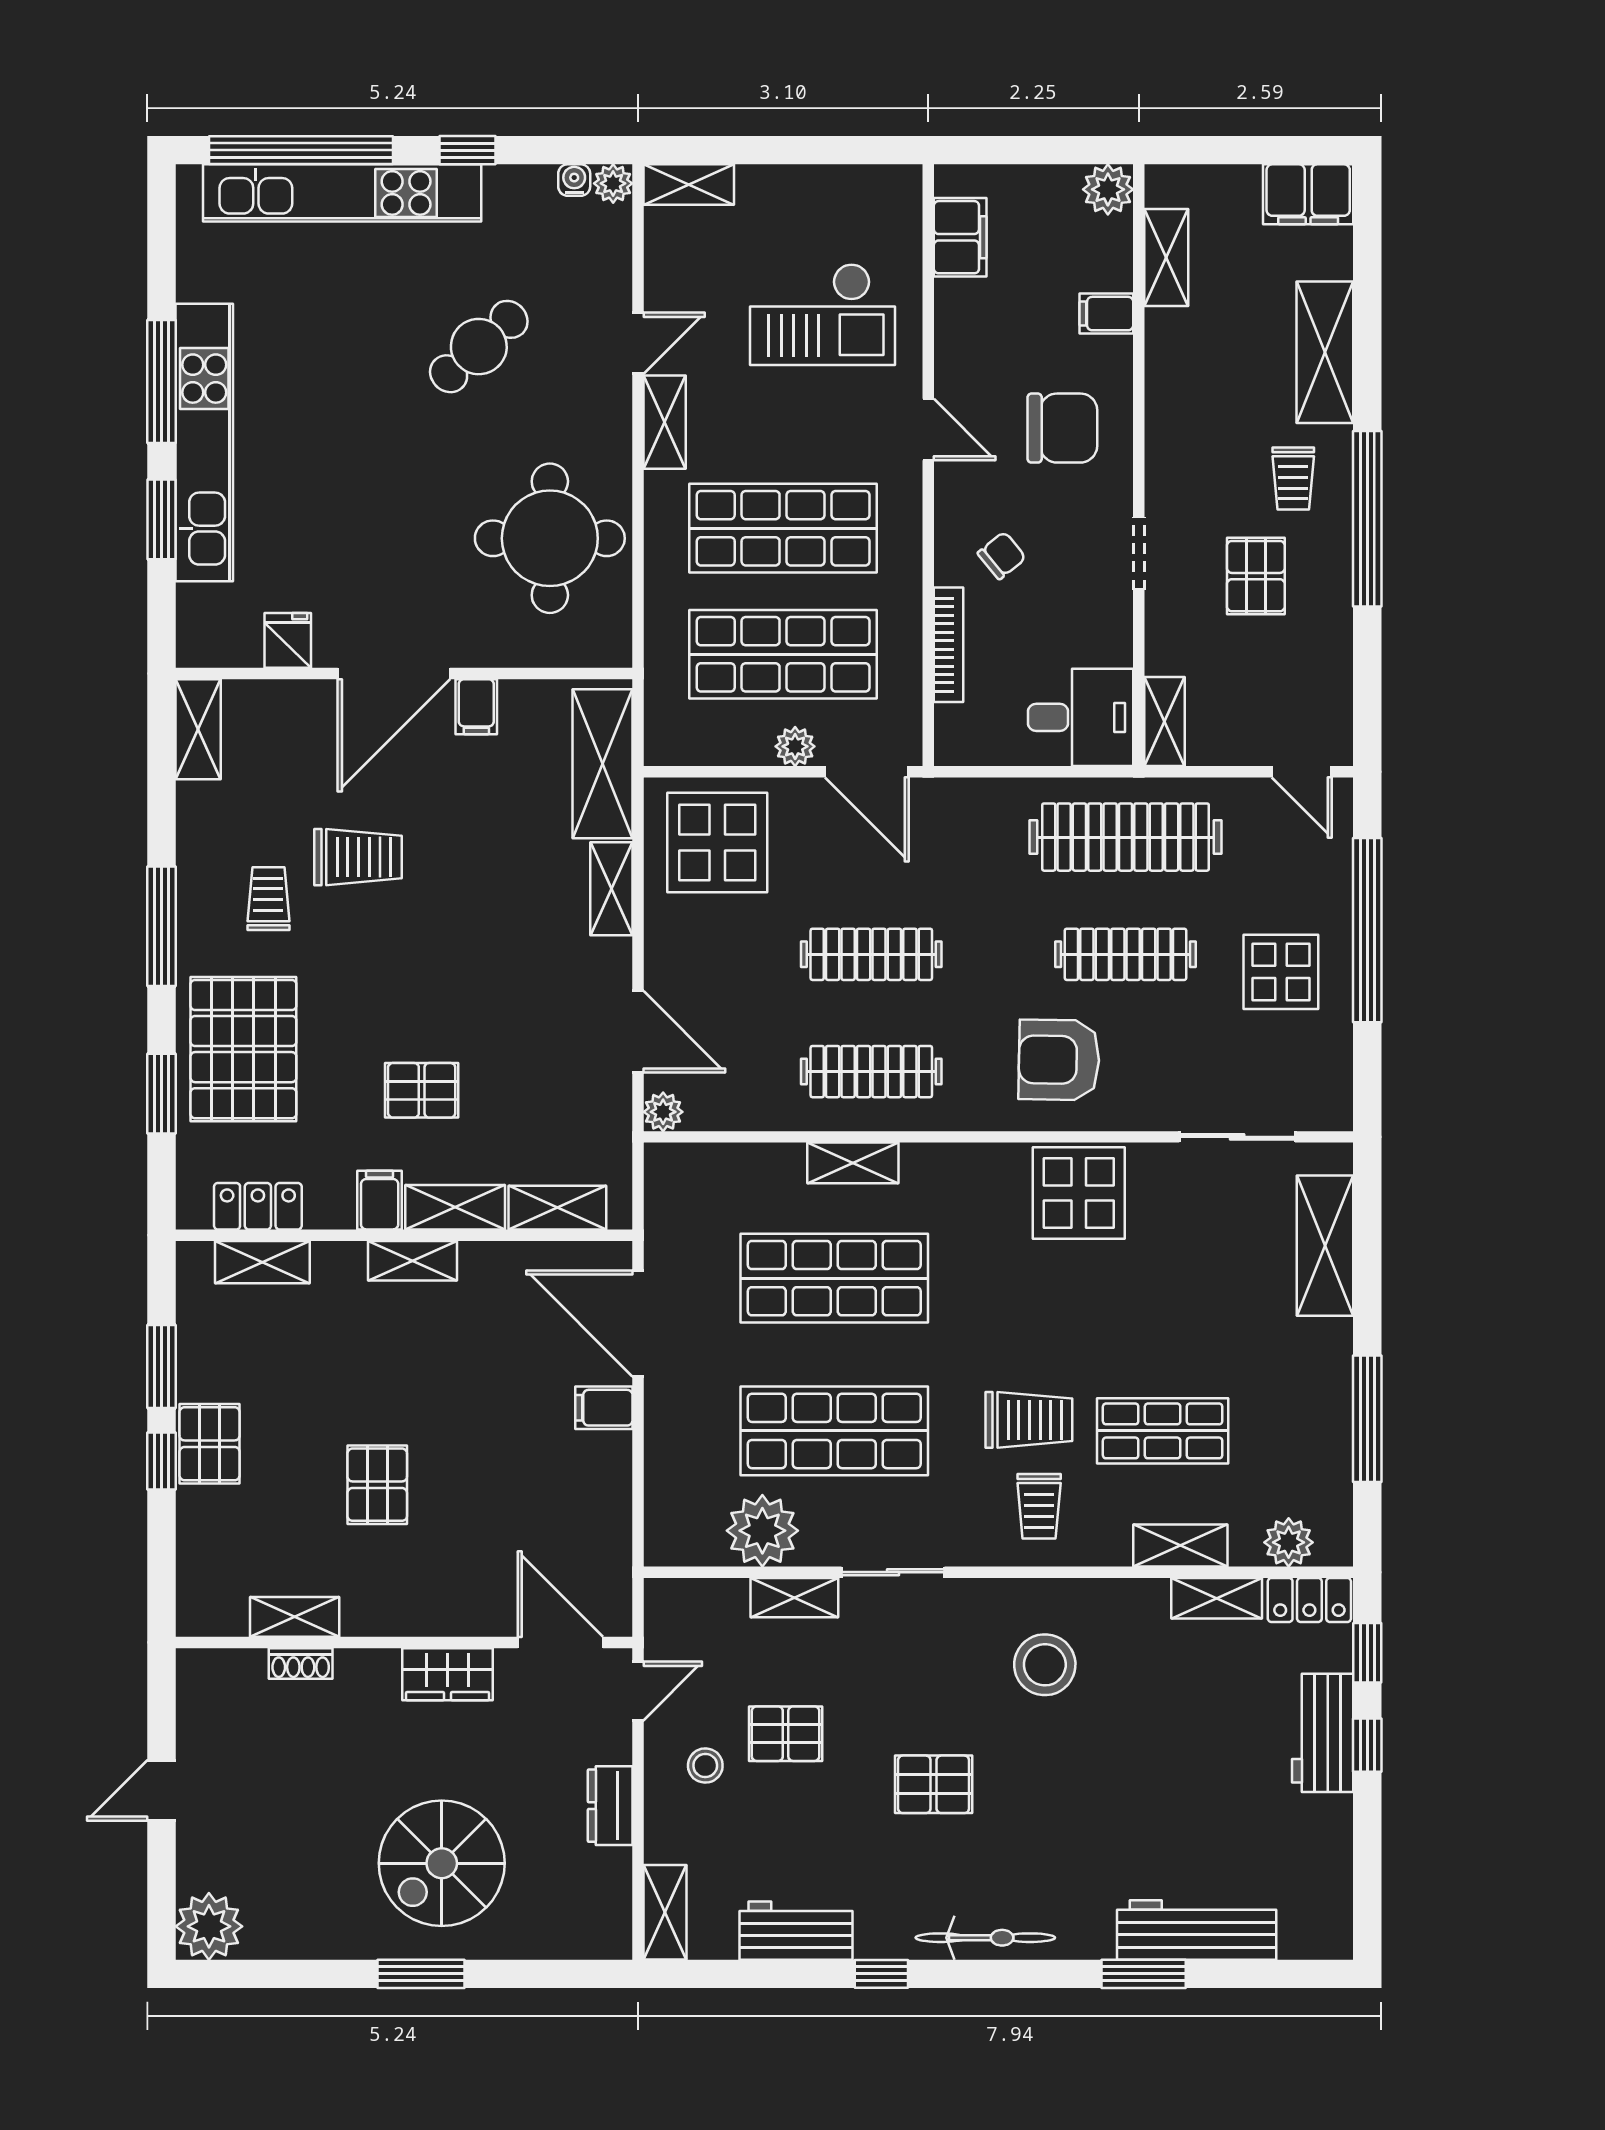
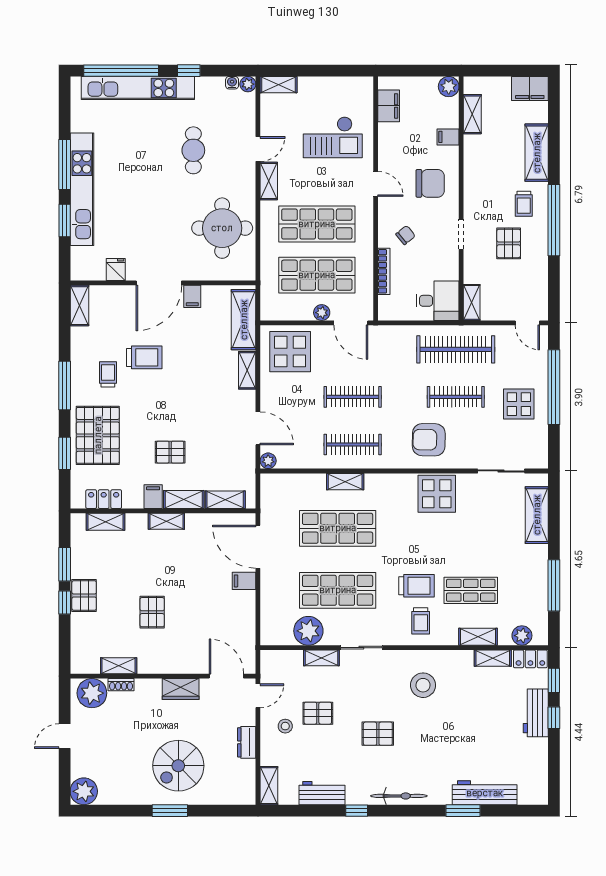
cafe table: (479, 347) -> (193, 150), turned -48
plant: (229, 1684) -> (92, 693), added

